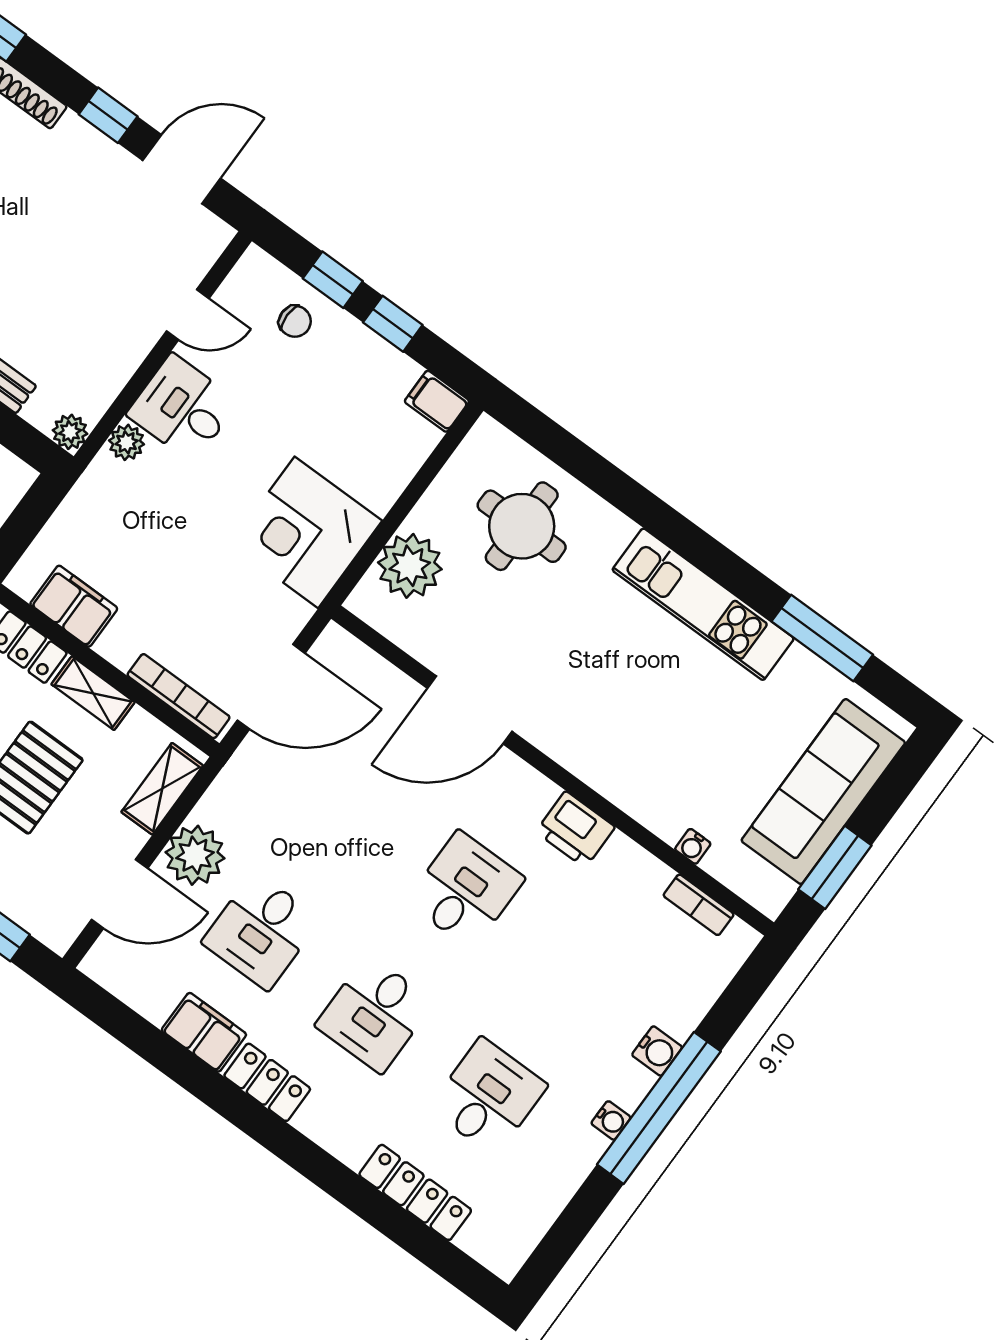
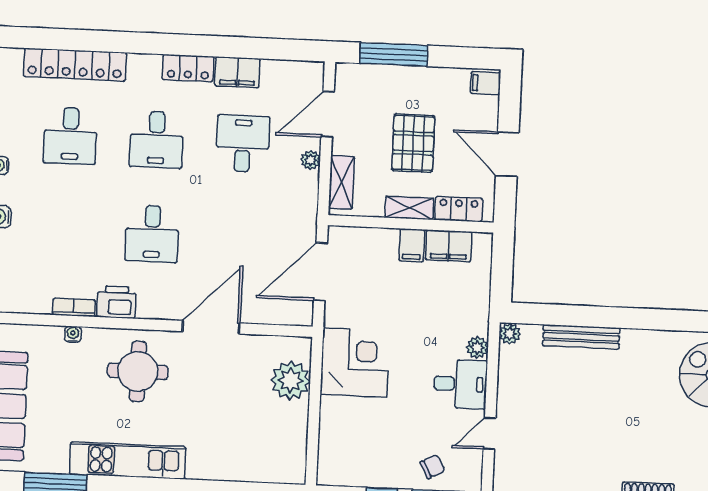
chair: (295, 321) -> (432, 467), turned 151
filing cabinet: (437, 401) -> (412, 245), moved, turned 90
round table: (522, 526) -> (138, 371), moved
bookcase: (179, 696) -> (365, 235), removed
water cooler: (693, 846) -> (73, 334), moved
plant: (195, 855) -> (311, 160), width x0.53, depth x0.53
bookcase: (699, 905) -> (74, 307), moved
desk: (375, 1014) -> (156, 140), turned 180
locker: (415, 1192) -> (75, 65), width x1.41, depth x1.21

